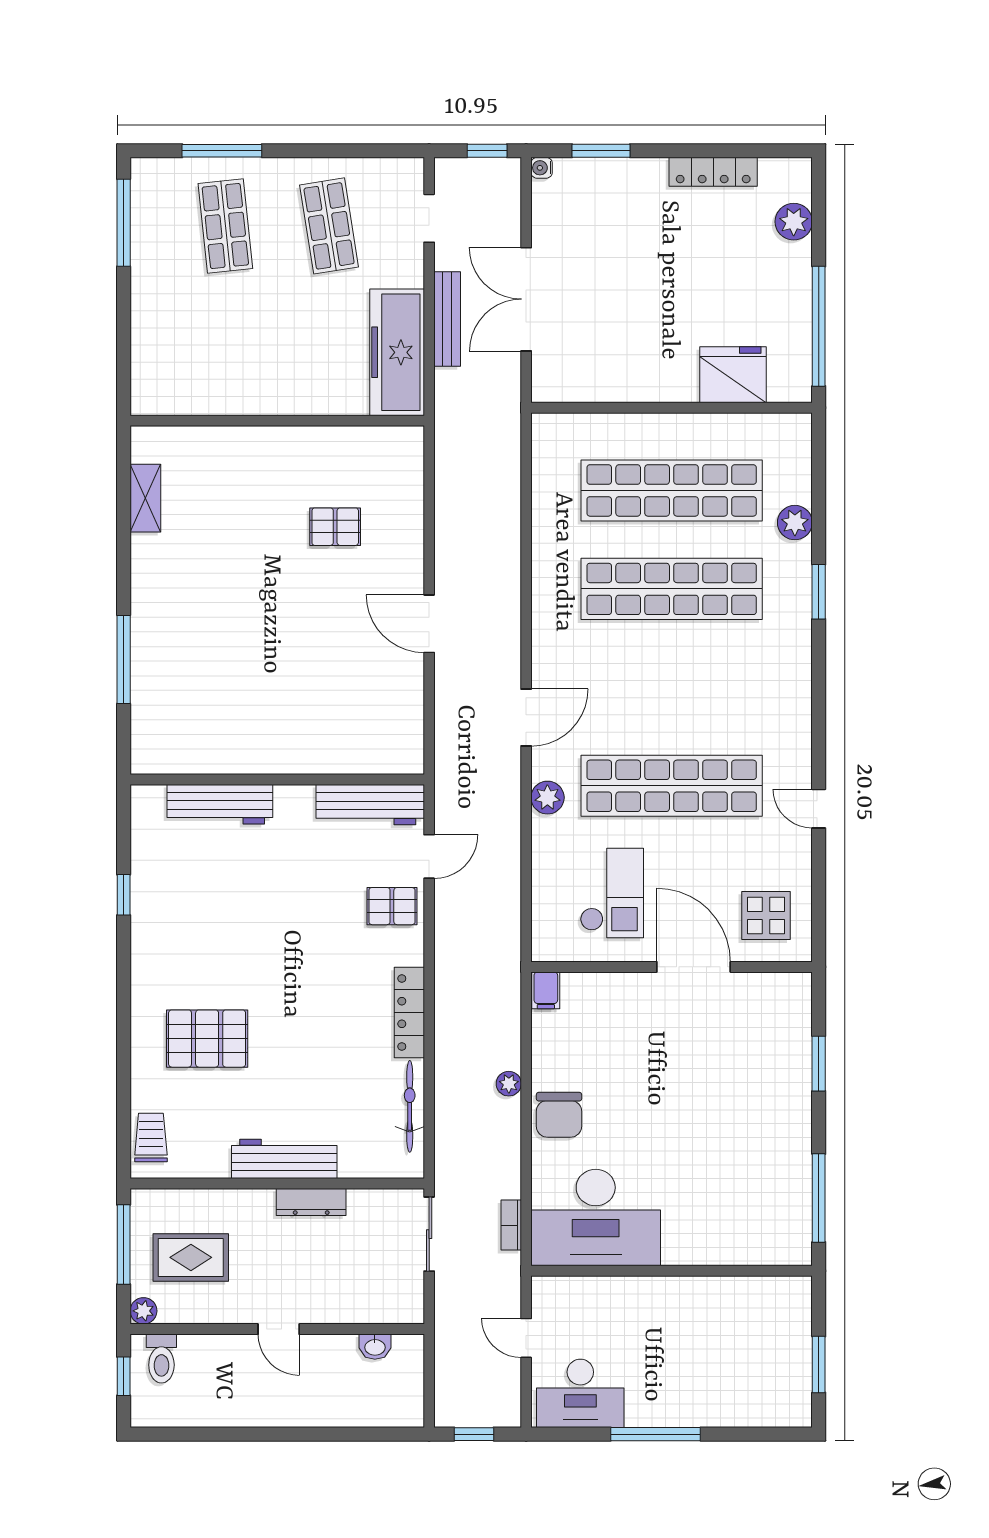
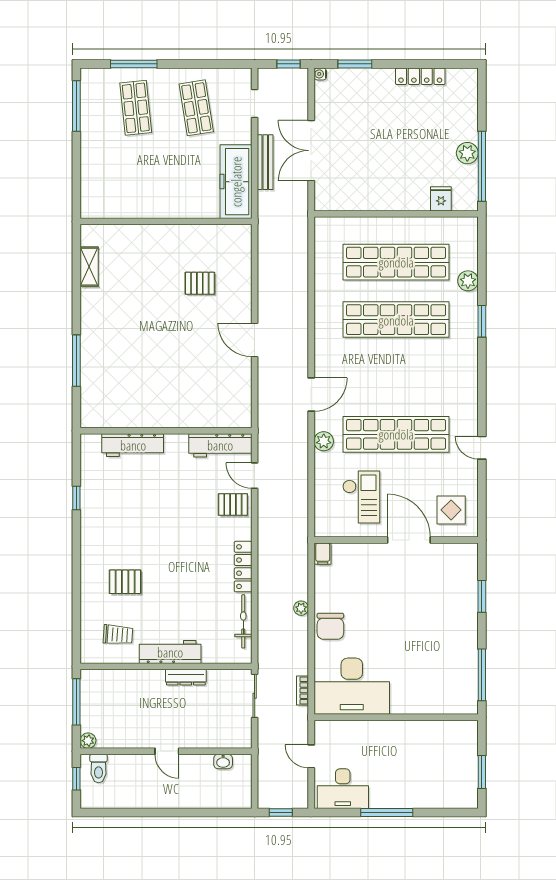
plant: (794, 222) -> (467, 153), moved
fridge: (733, 375) -> (441, 199), width x0.53, depth x0.75
door: (429, 856) -> (255, 476), swing flipped
pallet: (207, 1039) -> (125, 582), width x0.67, depth x0.71
trolley: (151, 1137) -> (118, 635), moved, turned 94
rug: (191, 1257) -> (116, 710), removed

